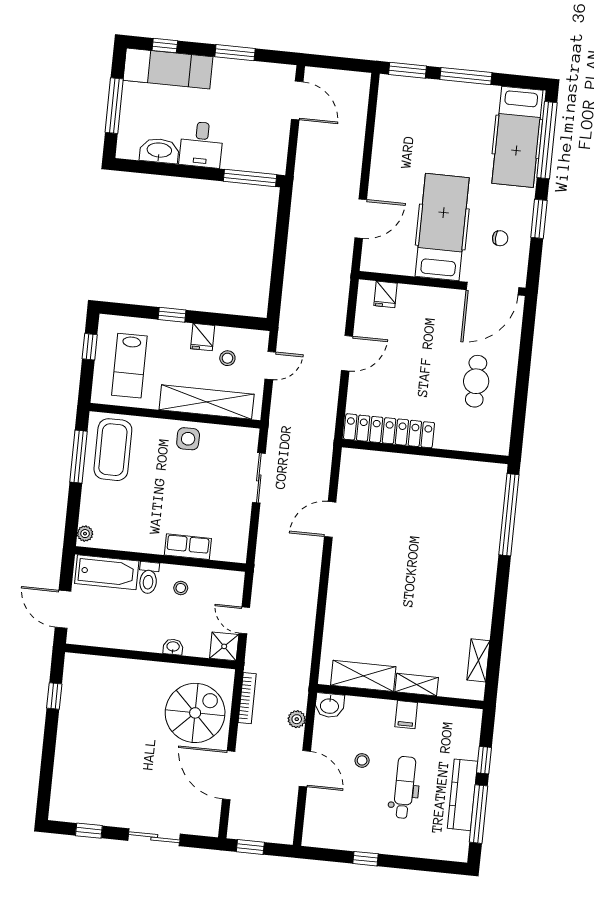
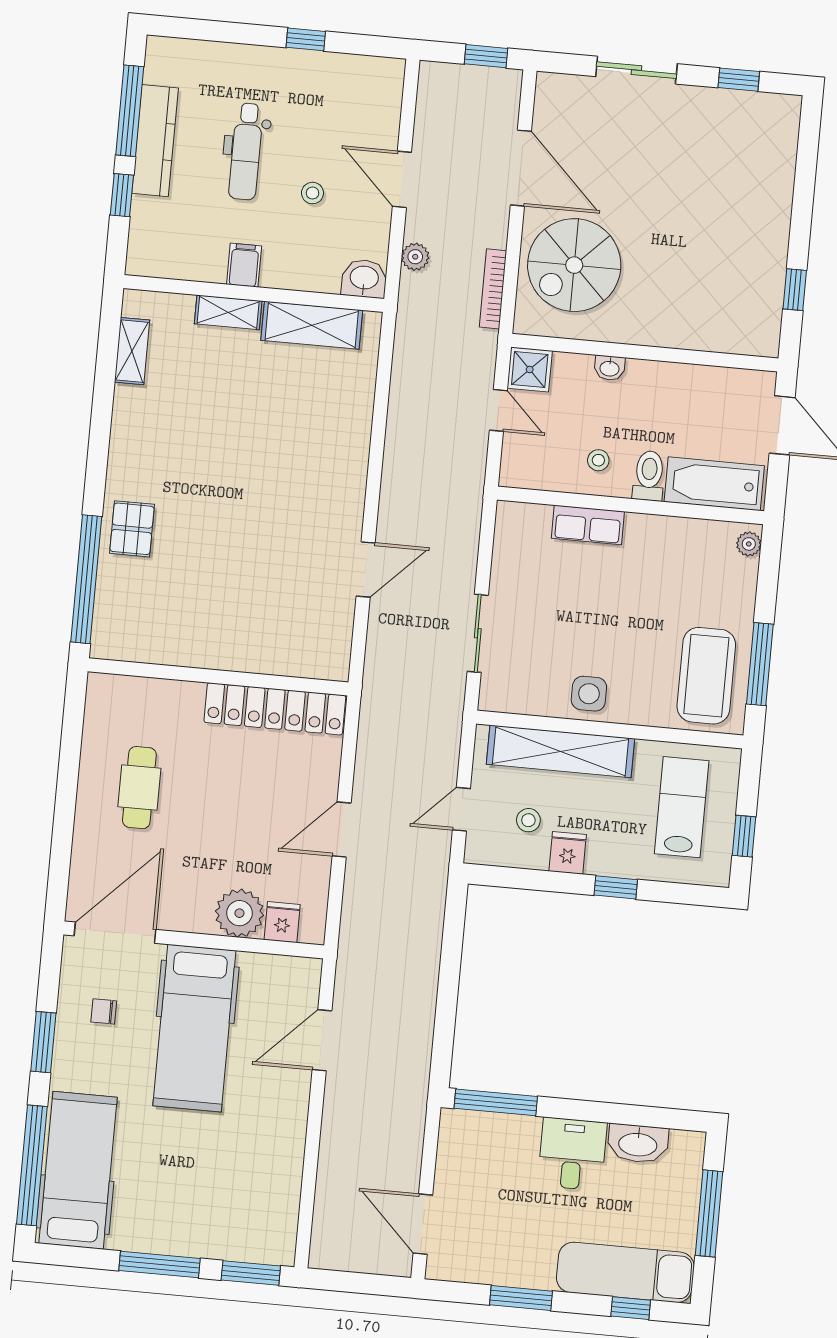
plant: (413, 300) -> (239, 913), added
pallet: (479, 547) -> (132, 529), added

